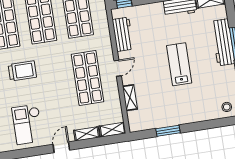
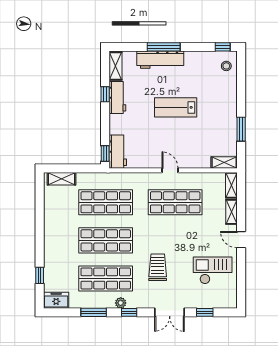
workbench: (123, 34) -> (118, 152), moved, turned 90
shelving: (130, 98) -> (224, 162), moved
checkout: (27, 124) -> (213, 270), turned 180

